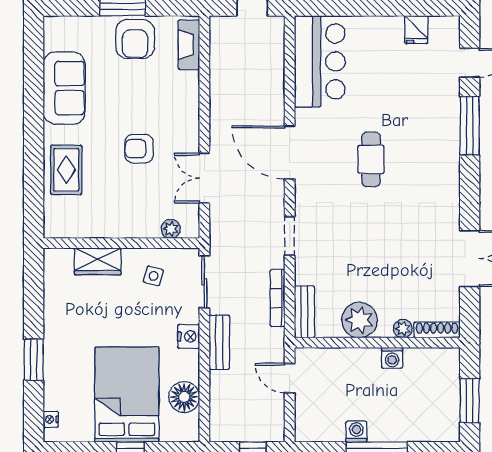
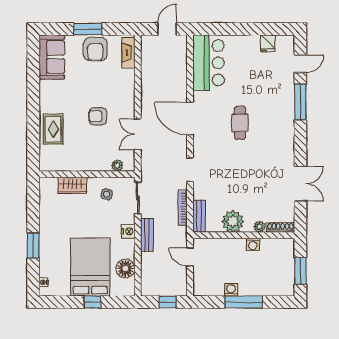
sofa: (64, 88) -> (52, 57), moved

